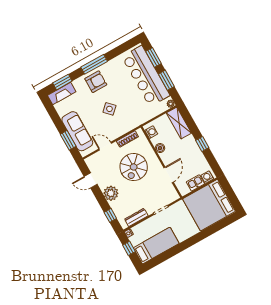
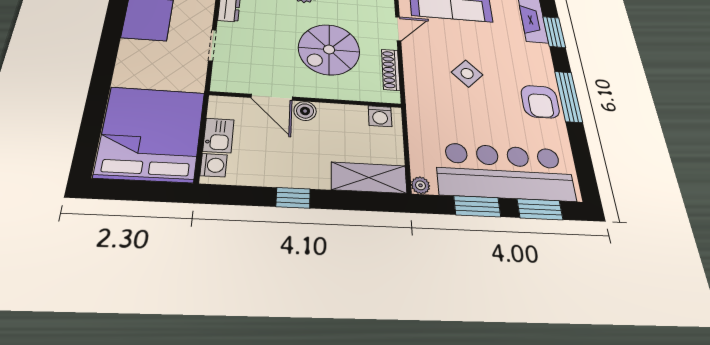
armchair: (96, 82) -> (540, 102), moved
boiler: (160, 148) -> (305, 111), moved
spiral stairs: (134, 167) -> (329, 49), turned -90

